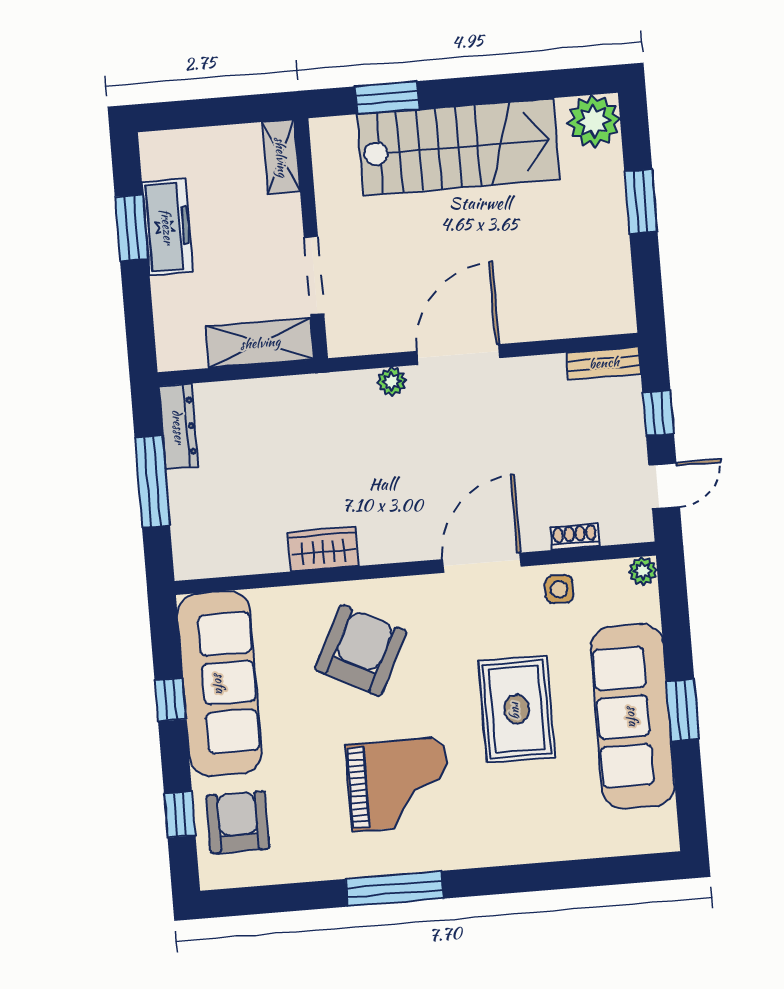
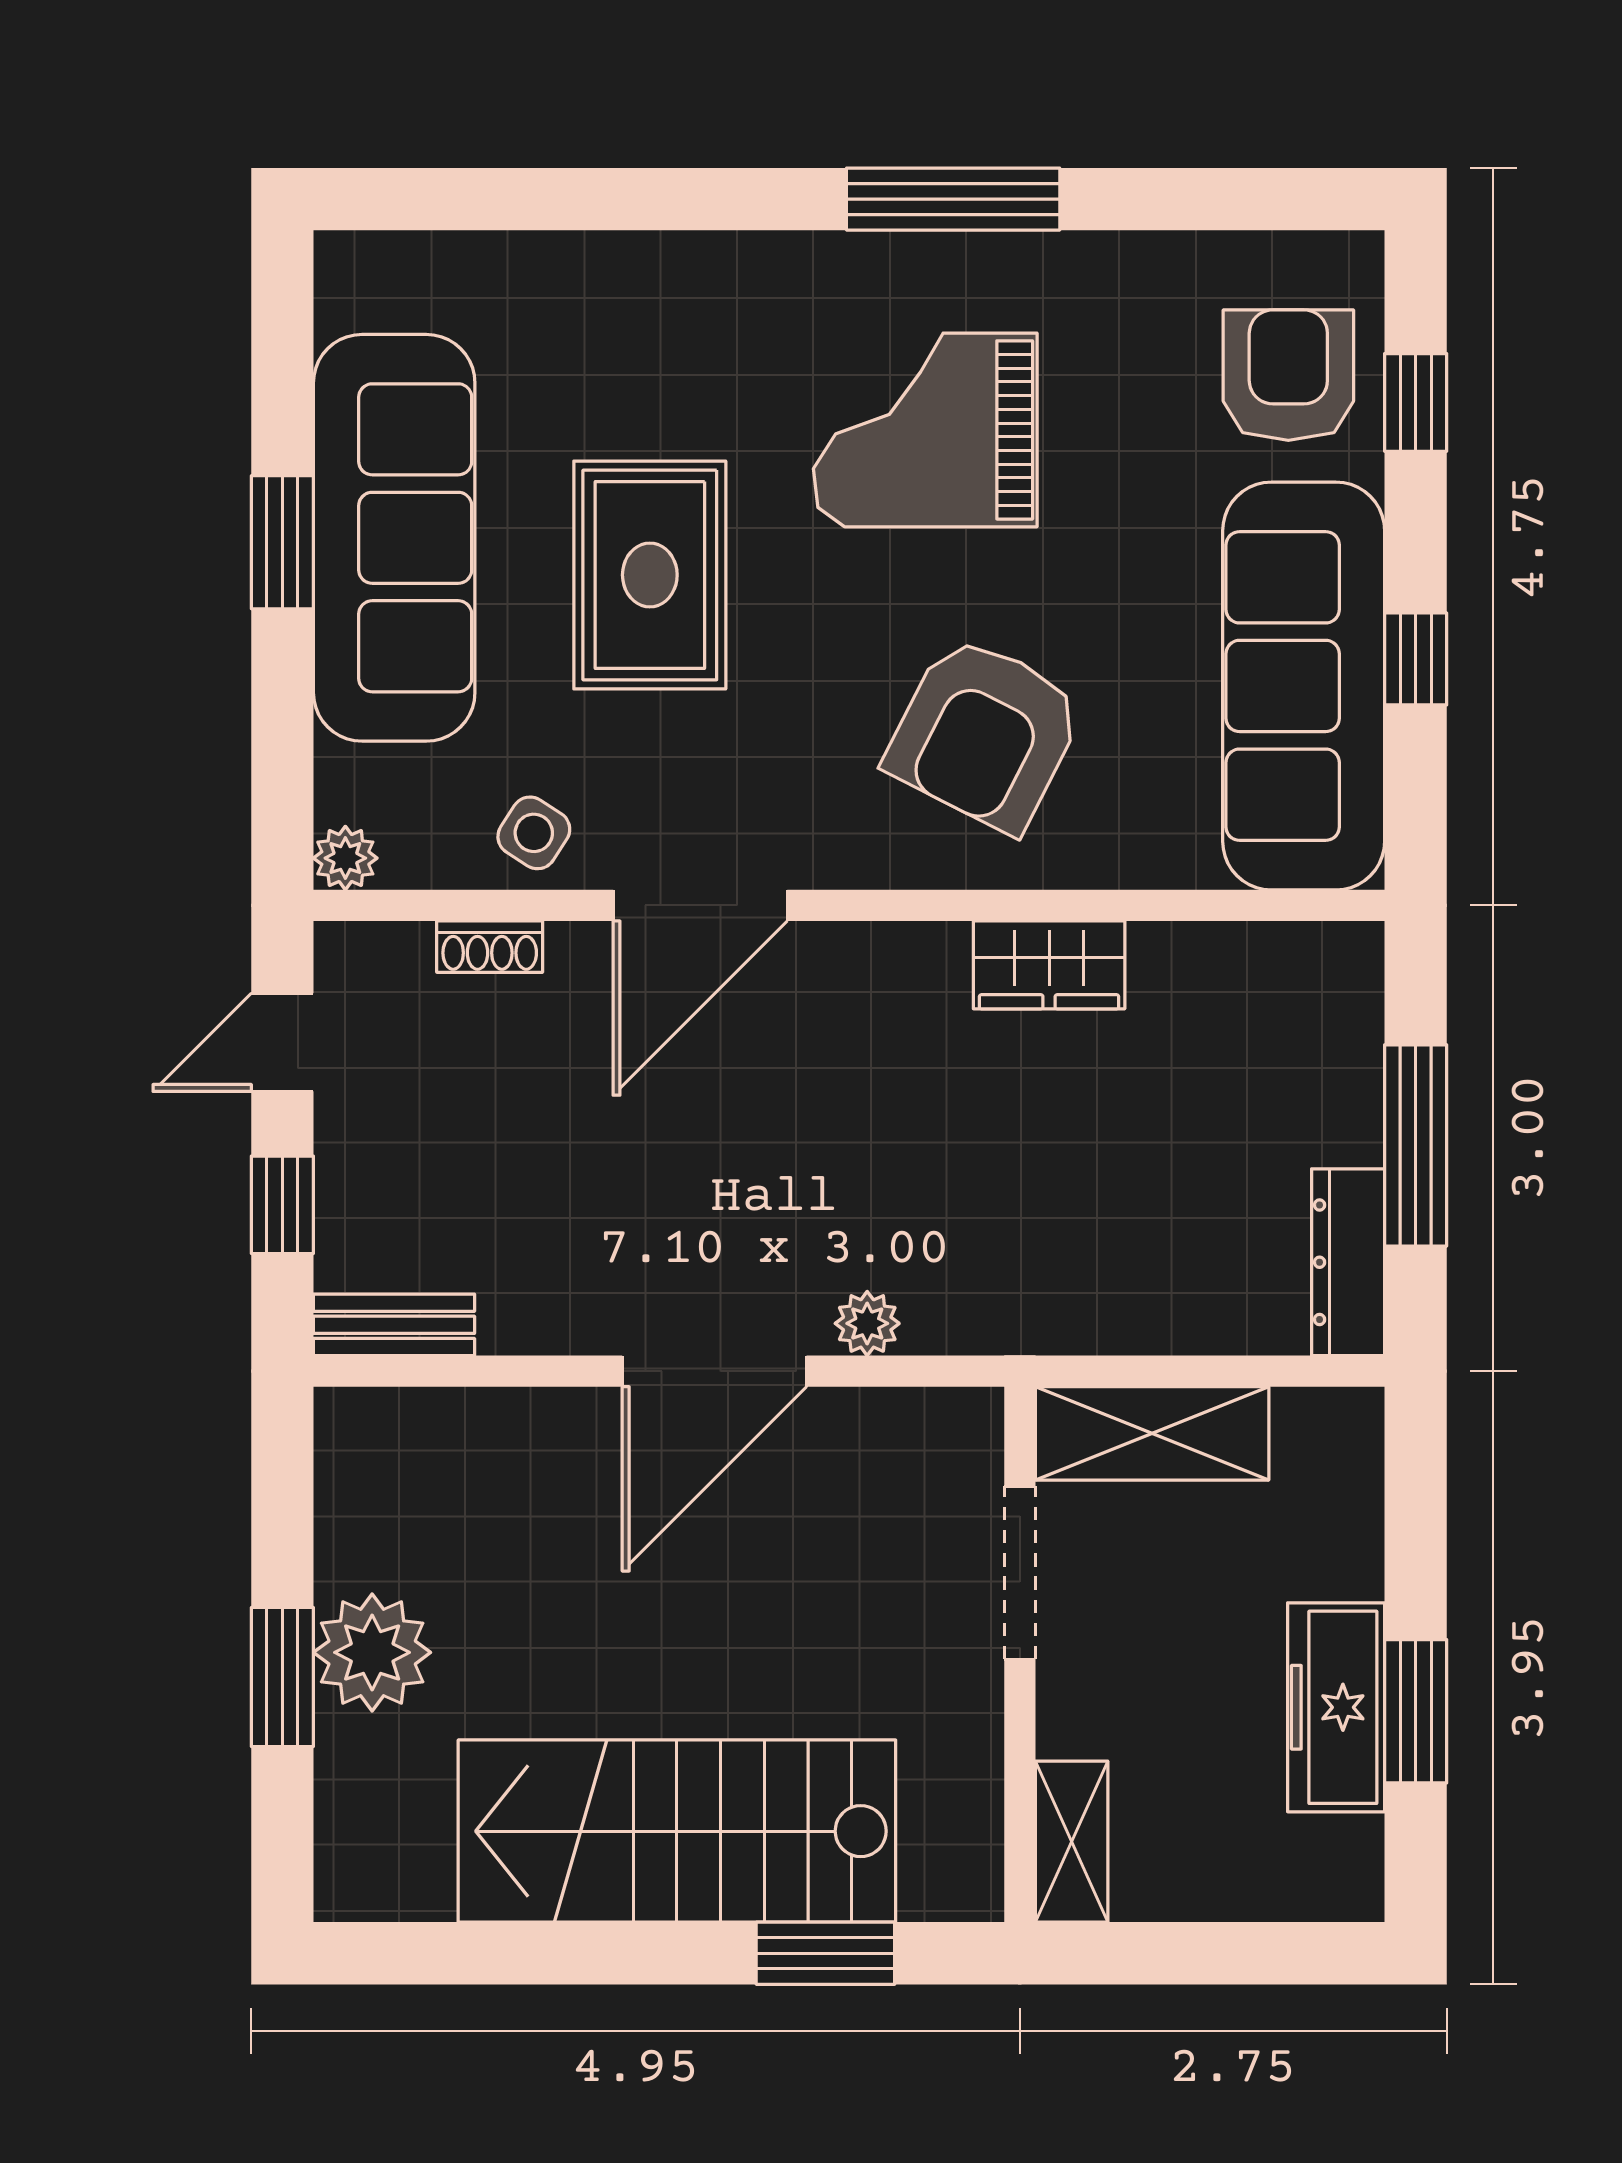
plant: (594, 121) -> (372, 1652), moved
side table: (559, 589) -> (534, 833), turned 33
armchair: (238, 822) -> (1288, 375), turned 180

